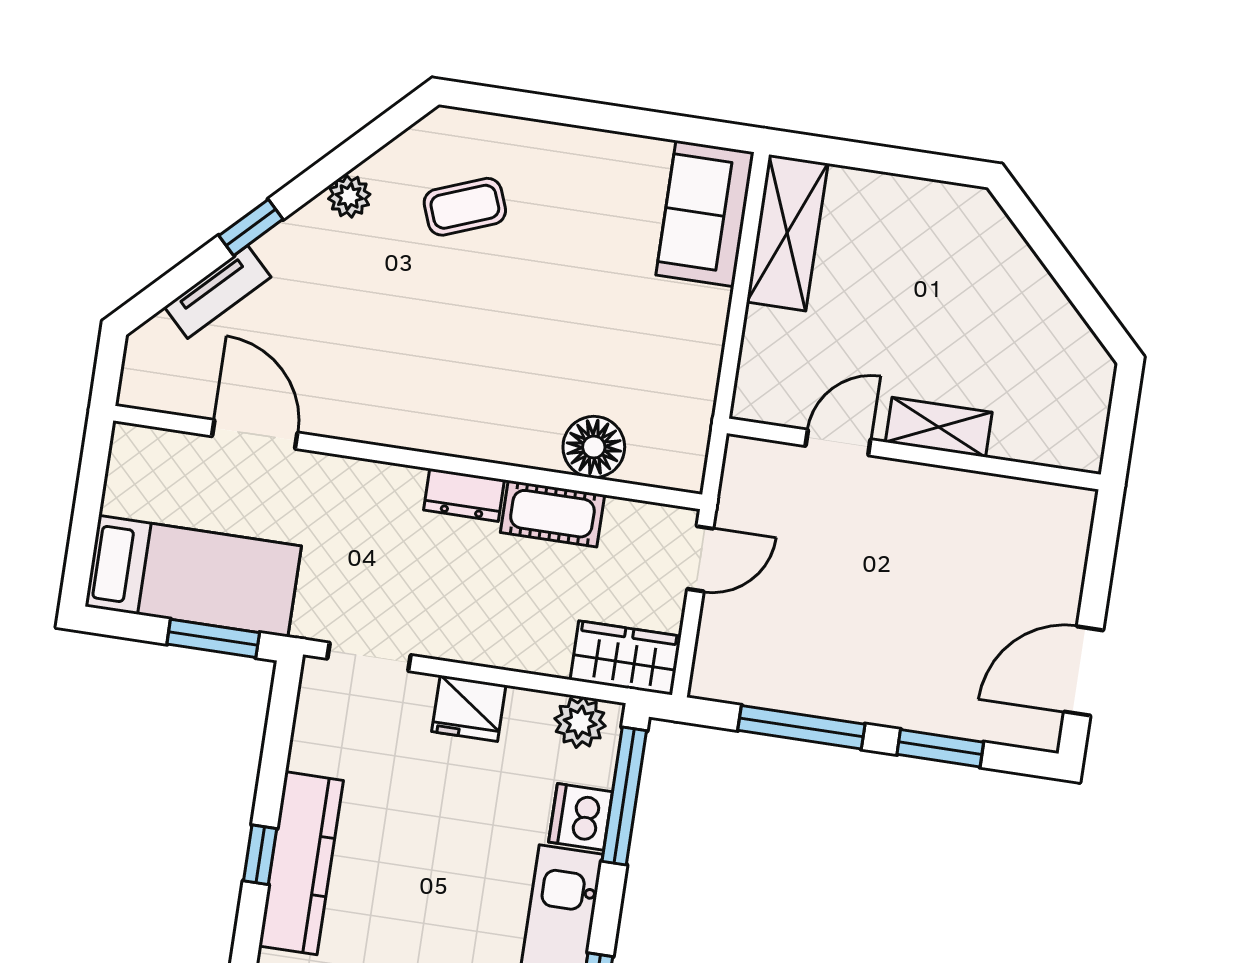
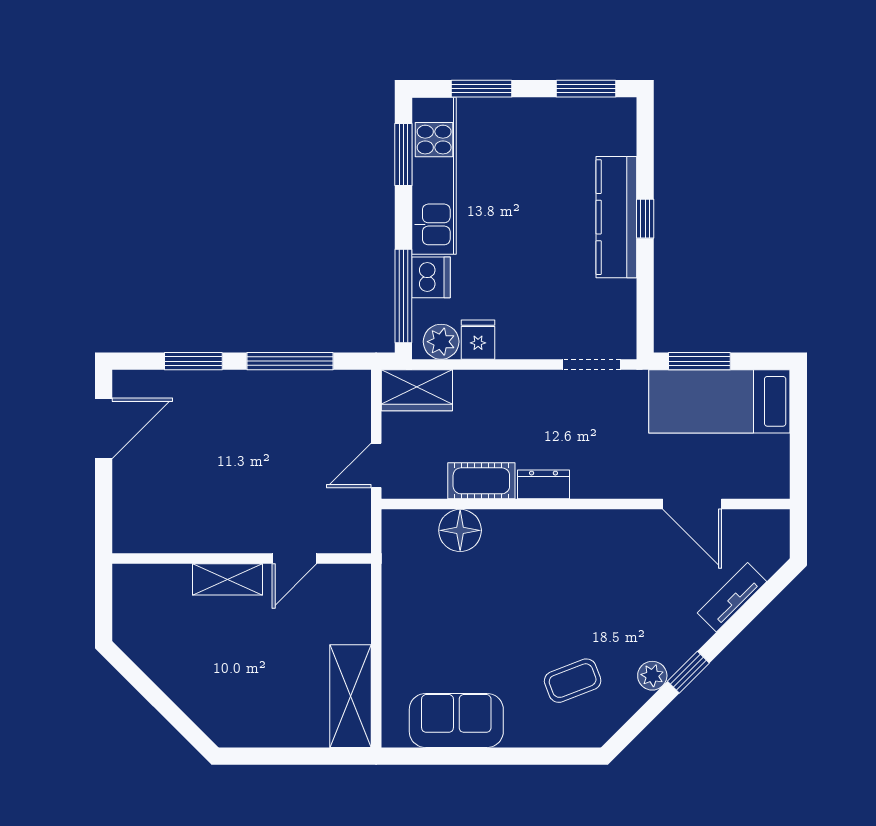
sofa: (705, 214) -> (456, 720), moved, turned -90
window: (251, 227) -> (688, 672), moved
fridge: (469, 708) -> (478, 340), moved, width x0.72

